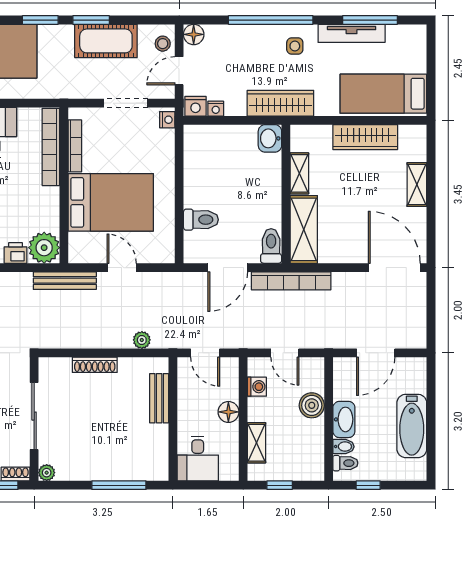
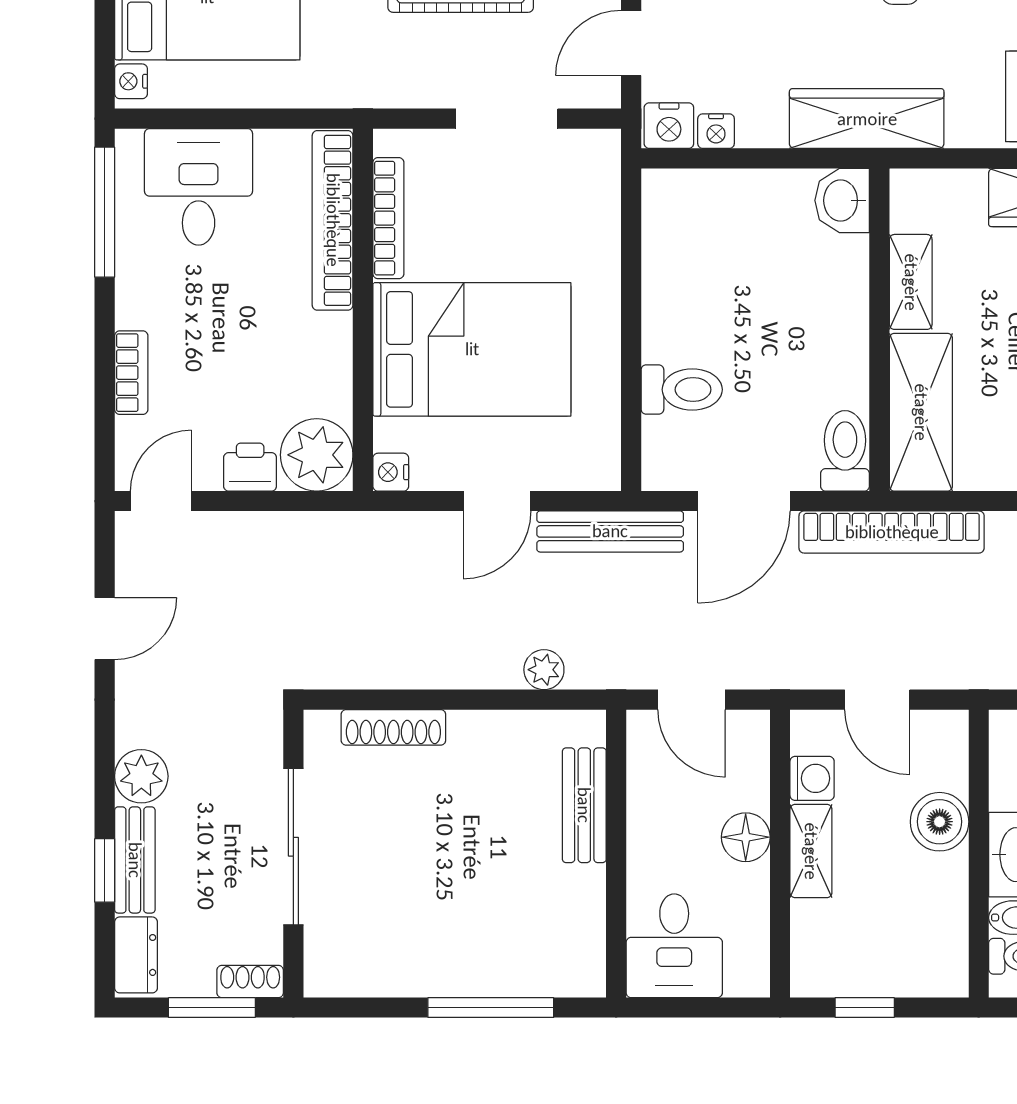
nightstand: (167, 120) -> (391, 472), moved, turned 180
door: (122, 268) -> (497, 501), swing flipped
bench: (65, 281) -> (610, 531), moved
shoe rack: (95, 365) -> (393, 727), moved
shelving: (256, 443) -> (811, 851), moved
plant: (47, 473) -> (323, 978), removed

